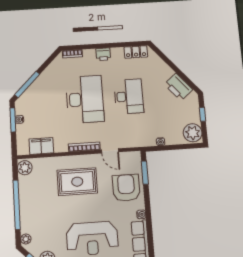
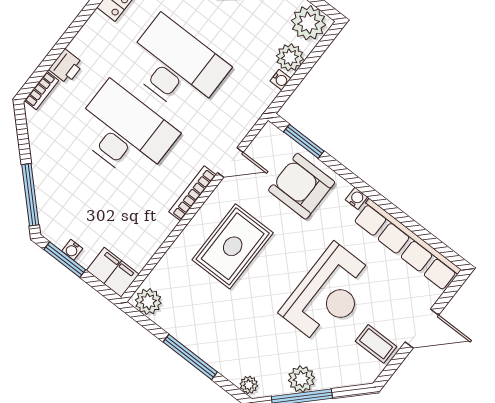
printer: (103, 54) -> (66, 67), moved
desk: (129, 96) -> (176, 66), width x1.36, depth x1.30
plant: (173, 137) -> (290, 57), added
filing cabinet: (41, 146) -> (113, 272), moved, turned 90
window: (17, 205) -> (190, 357), width x0.68

